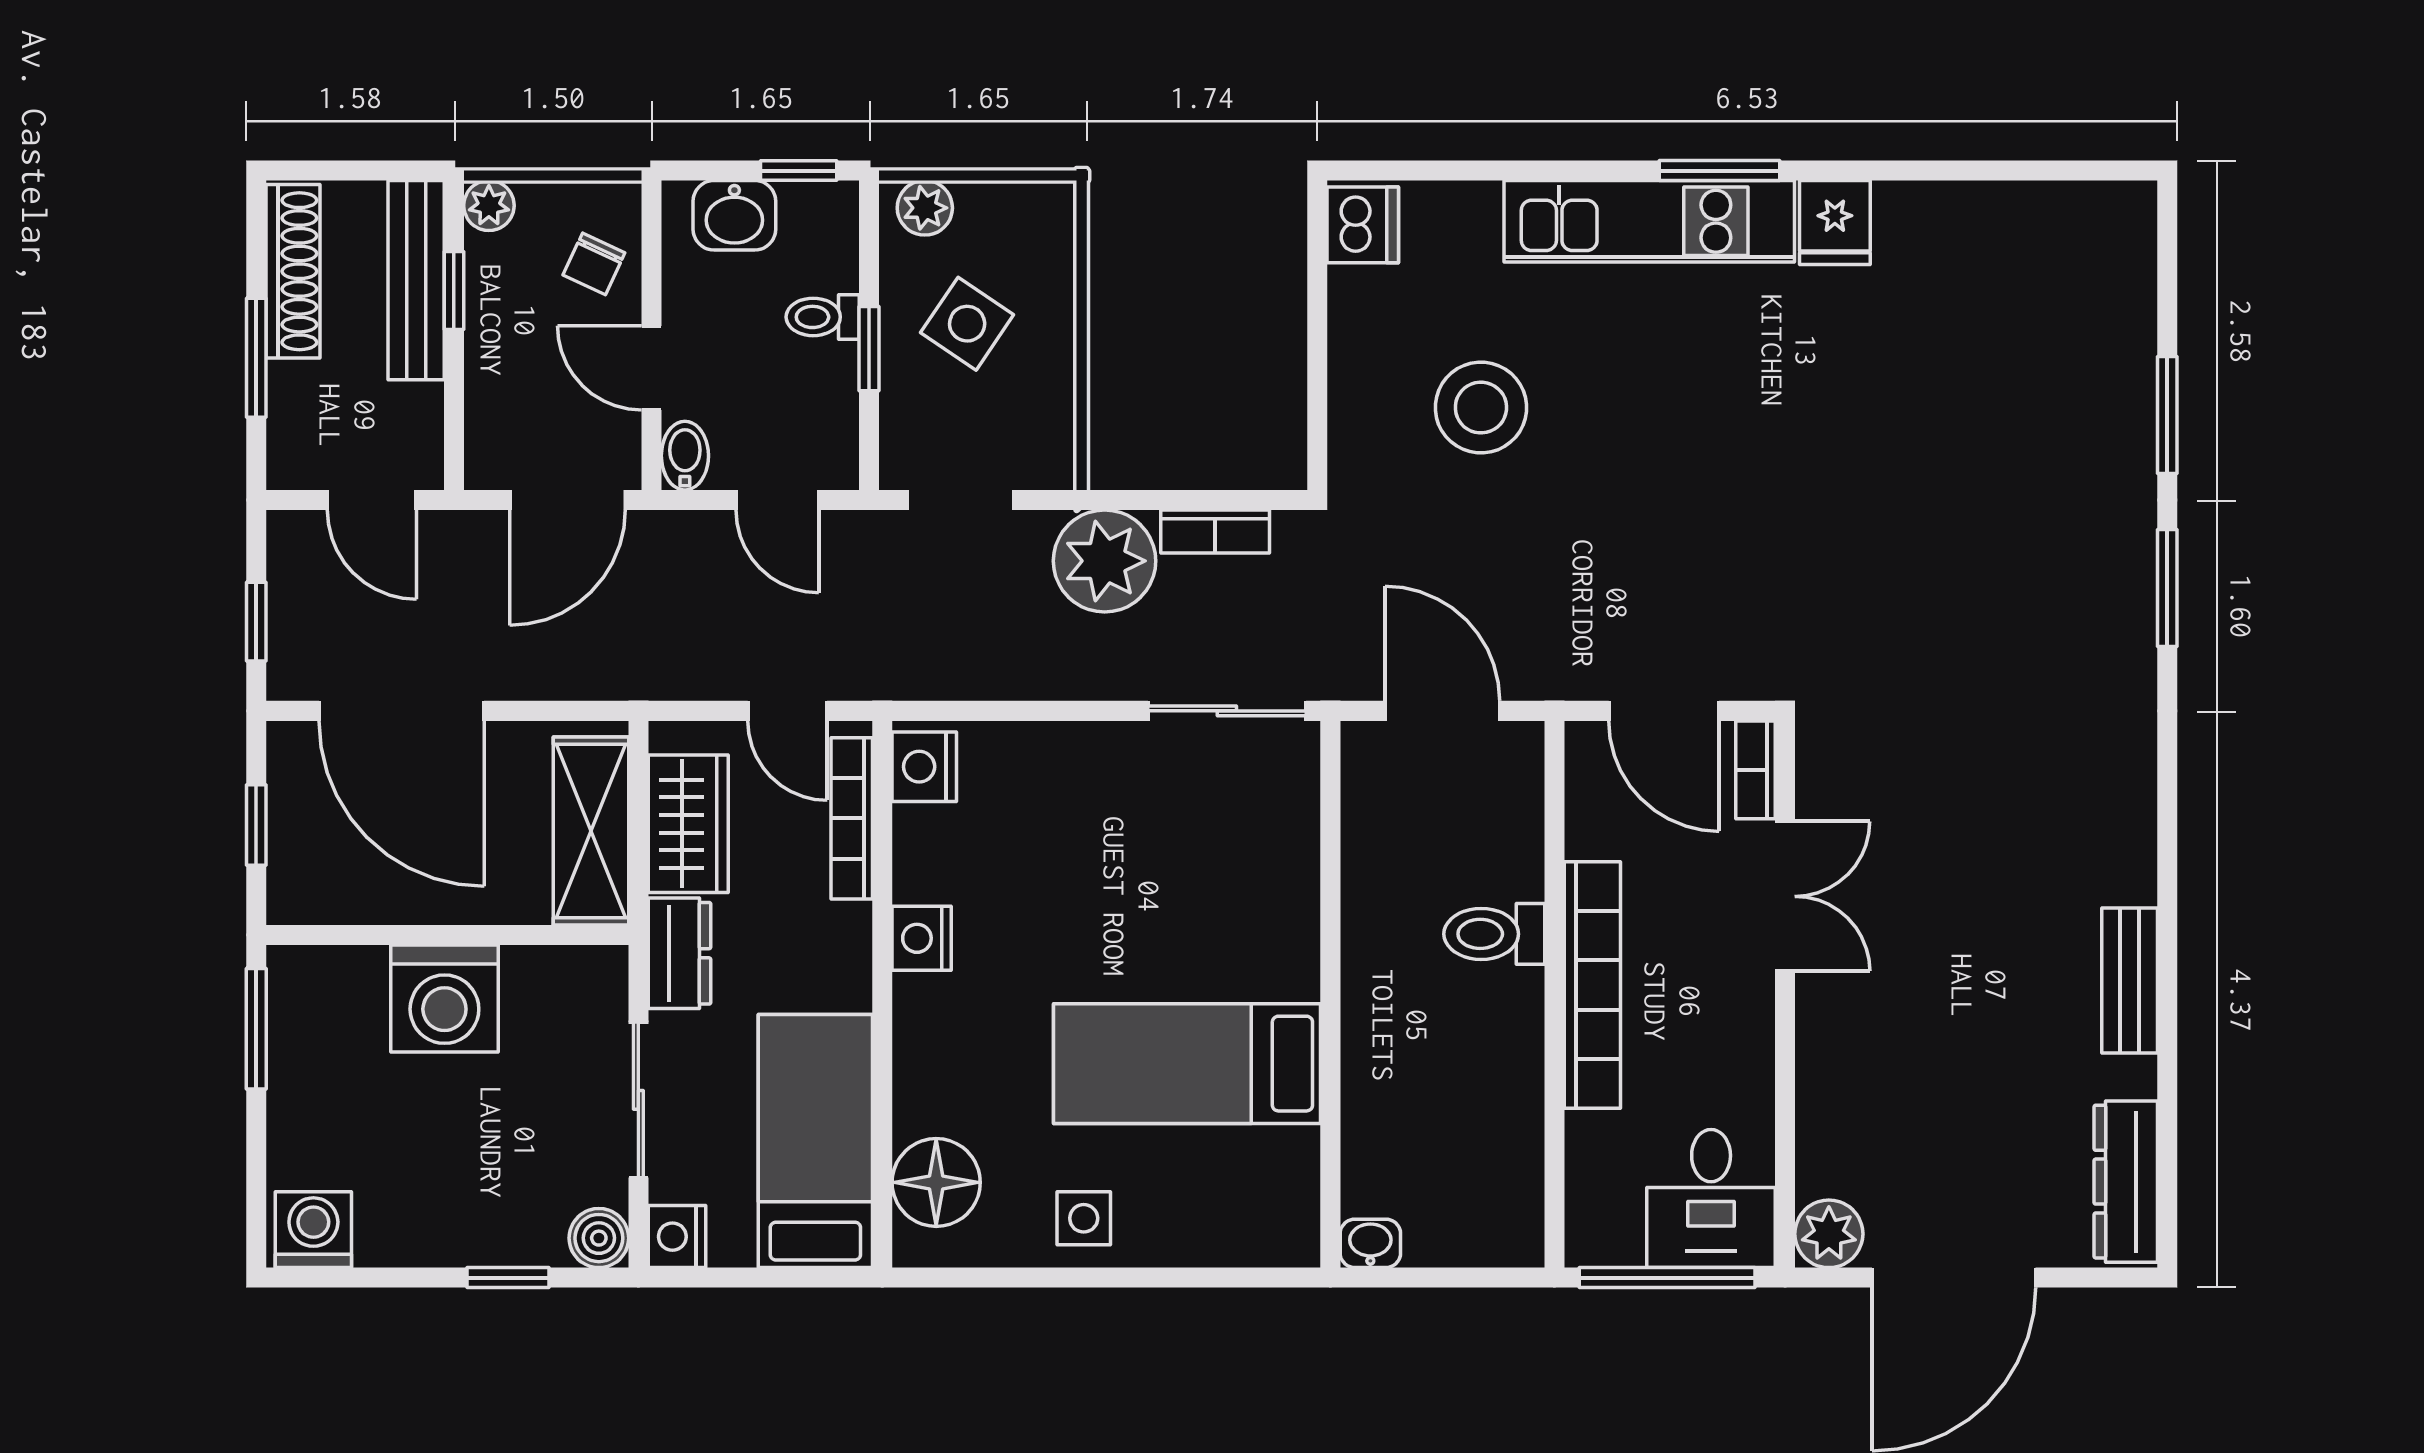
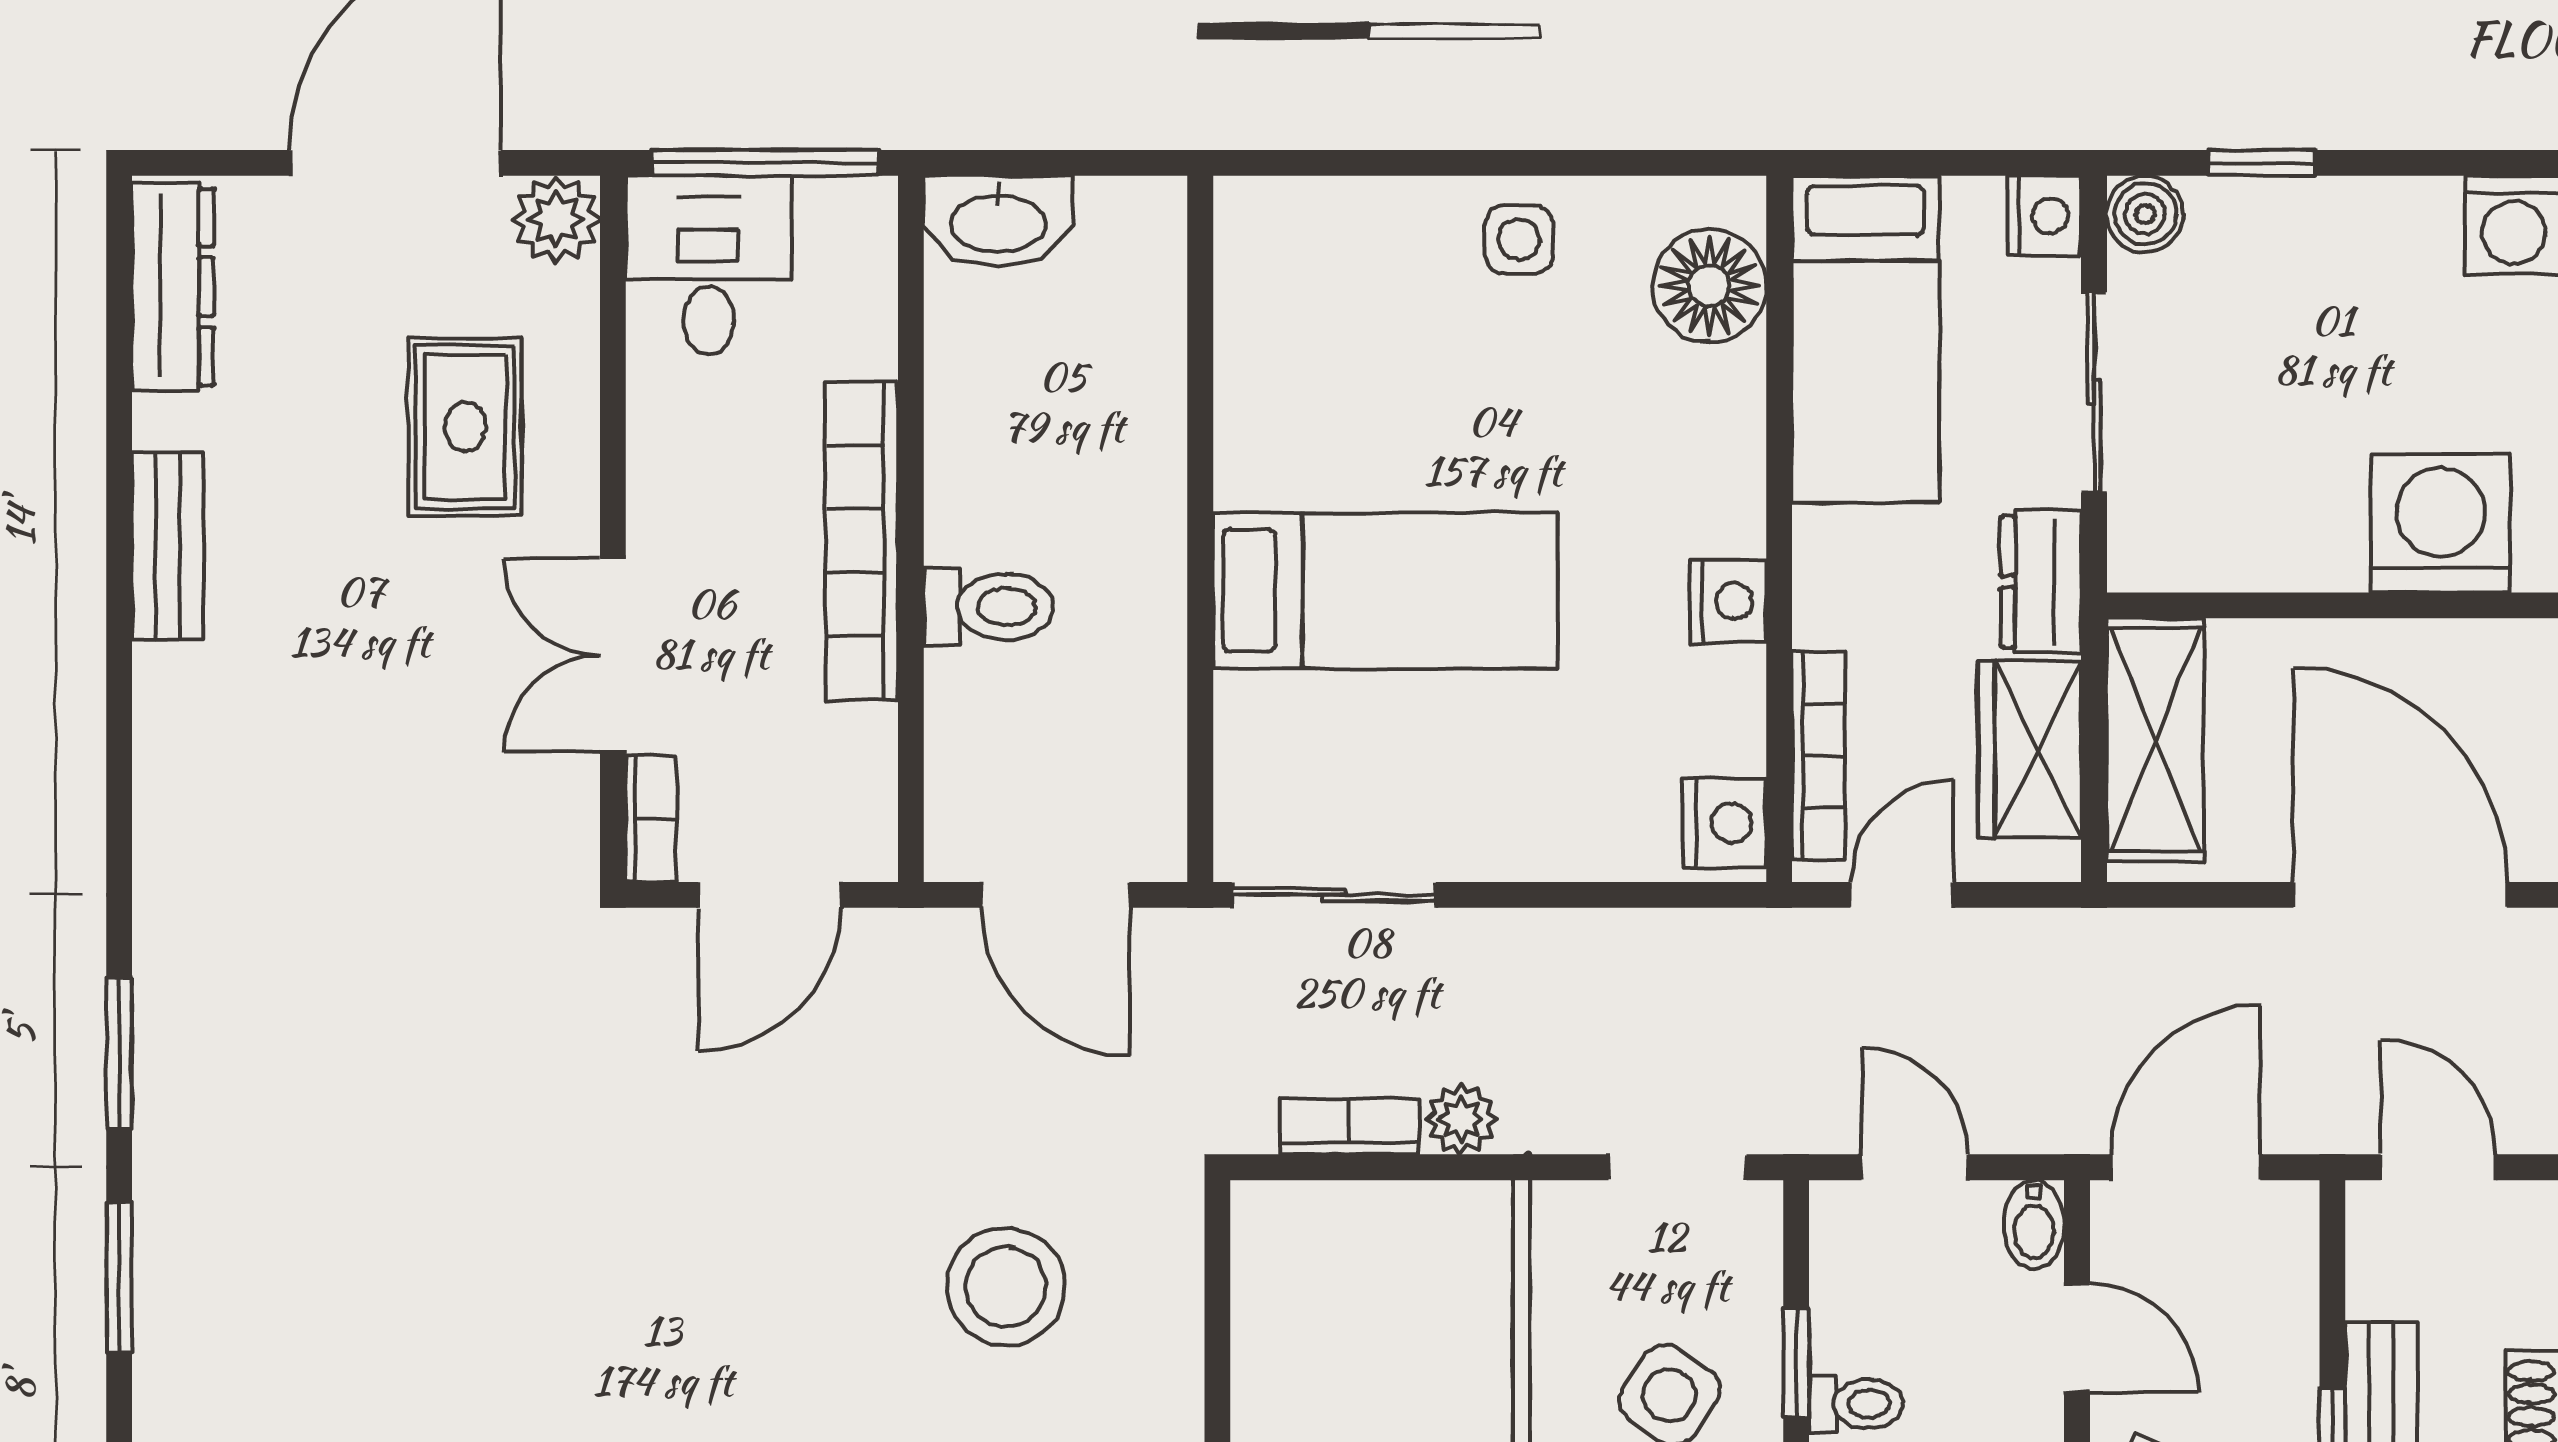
plant: (1105, 561) -> (1461, 1119), width x0.53, depth x0.53
door: (787, 711) -> (1902, 895), hinge flipped
door: (1664, 711) -> (769, 895), swing flipped
washing machine: (444, 998) -> (2441, 523), moved
bed: (1187, 1064) -> (1385, 591), moved
rug: (1899, 1073) -> (465, 427), added
washbasin: (1370, 1243) -> (998, 221), moved, width x1.91, depth x1.45

